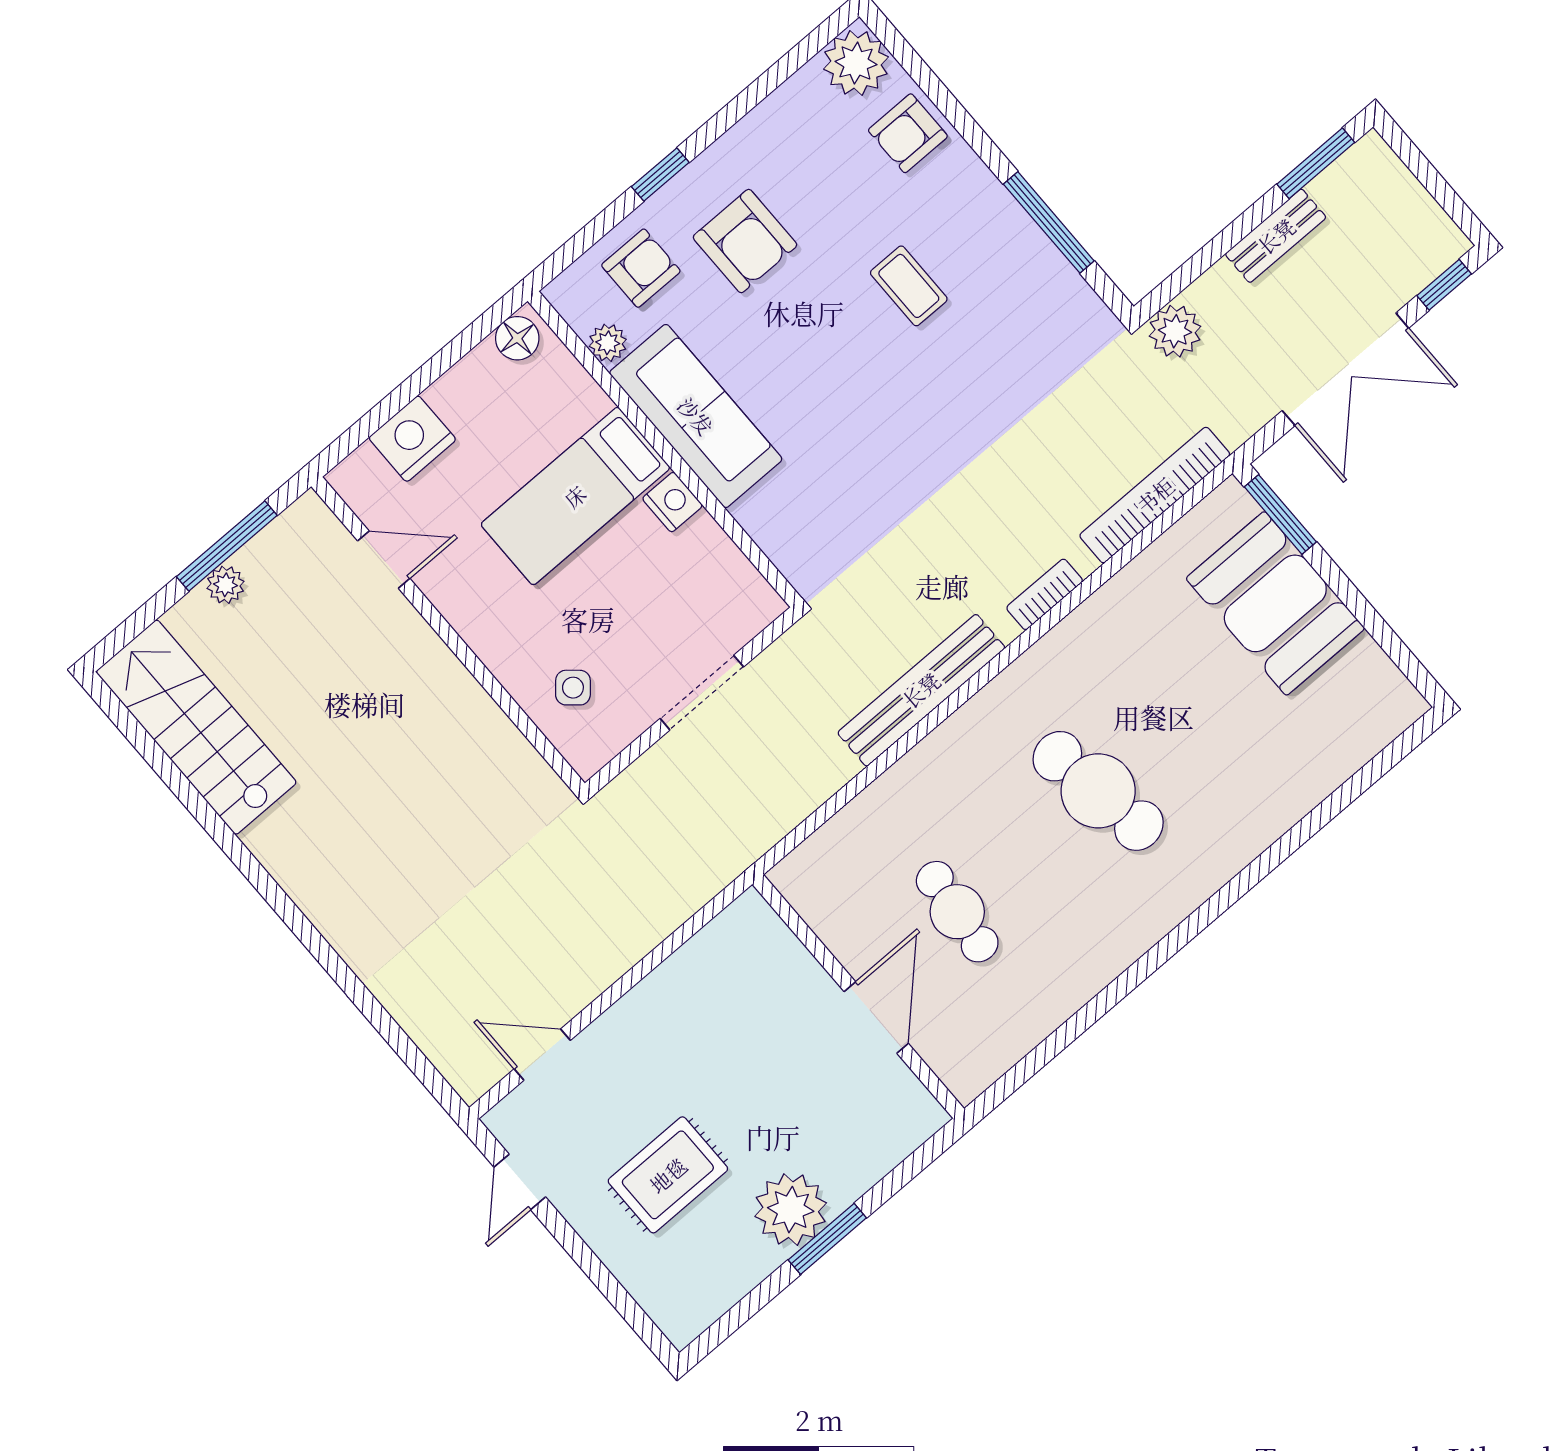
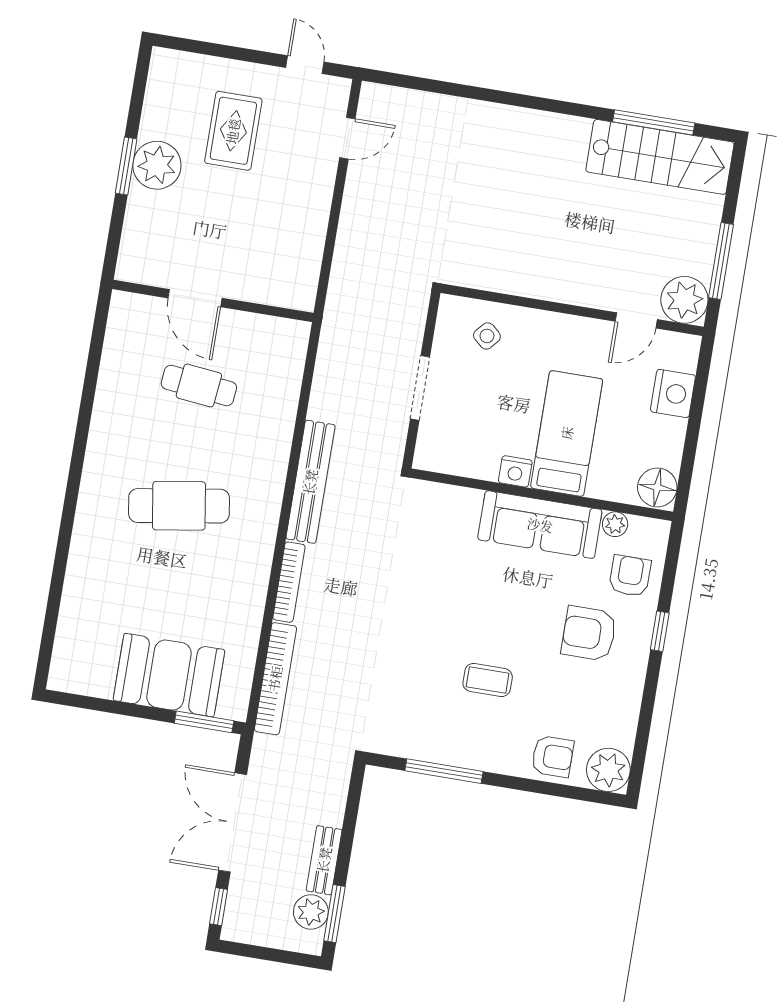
armchair: (908, 133) -> (553, 756), turned 90
armchair: (641, 268) -> (630, 576), turned 180
plant: (1175, 331) -> (311, 912), moved
floor lamp: (517, 338) -> (657, 487), width x1.38, depth x1.38
plant: (225, 585) -> (684, 300), moved, width x1.88, depth x1.88
bookcase: (1045, 594) -> (289, 582), width x1.56
window: (170, 774) -> (654, 122), added

